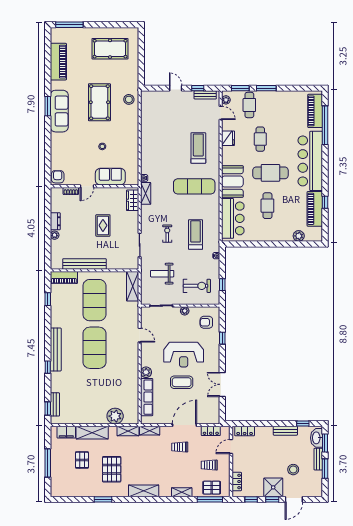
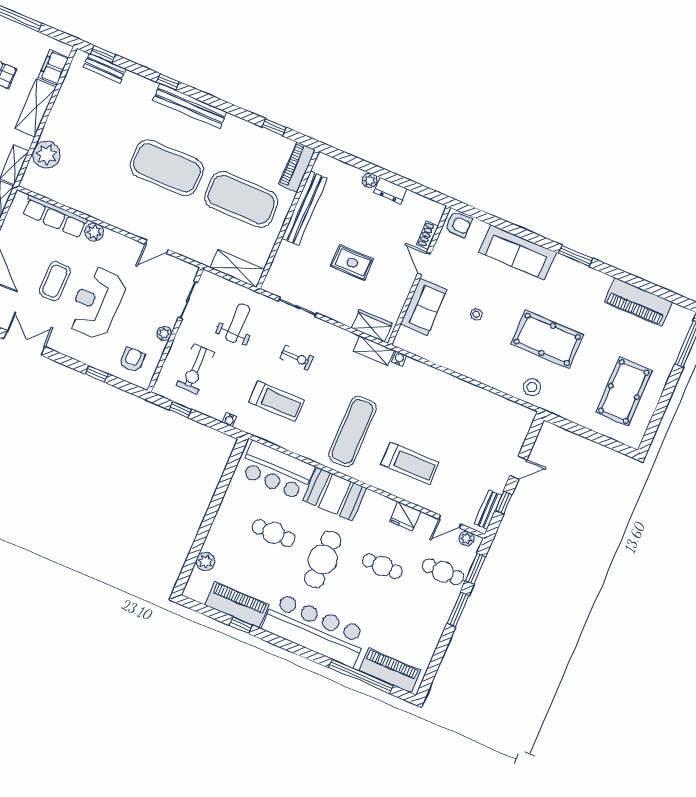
sofa: (59, 111) -> (517, 252), moved

